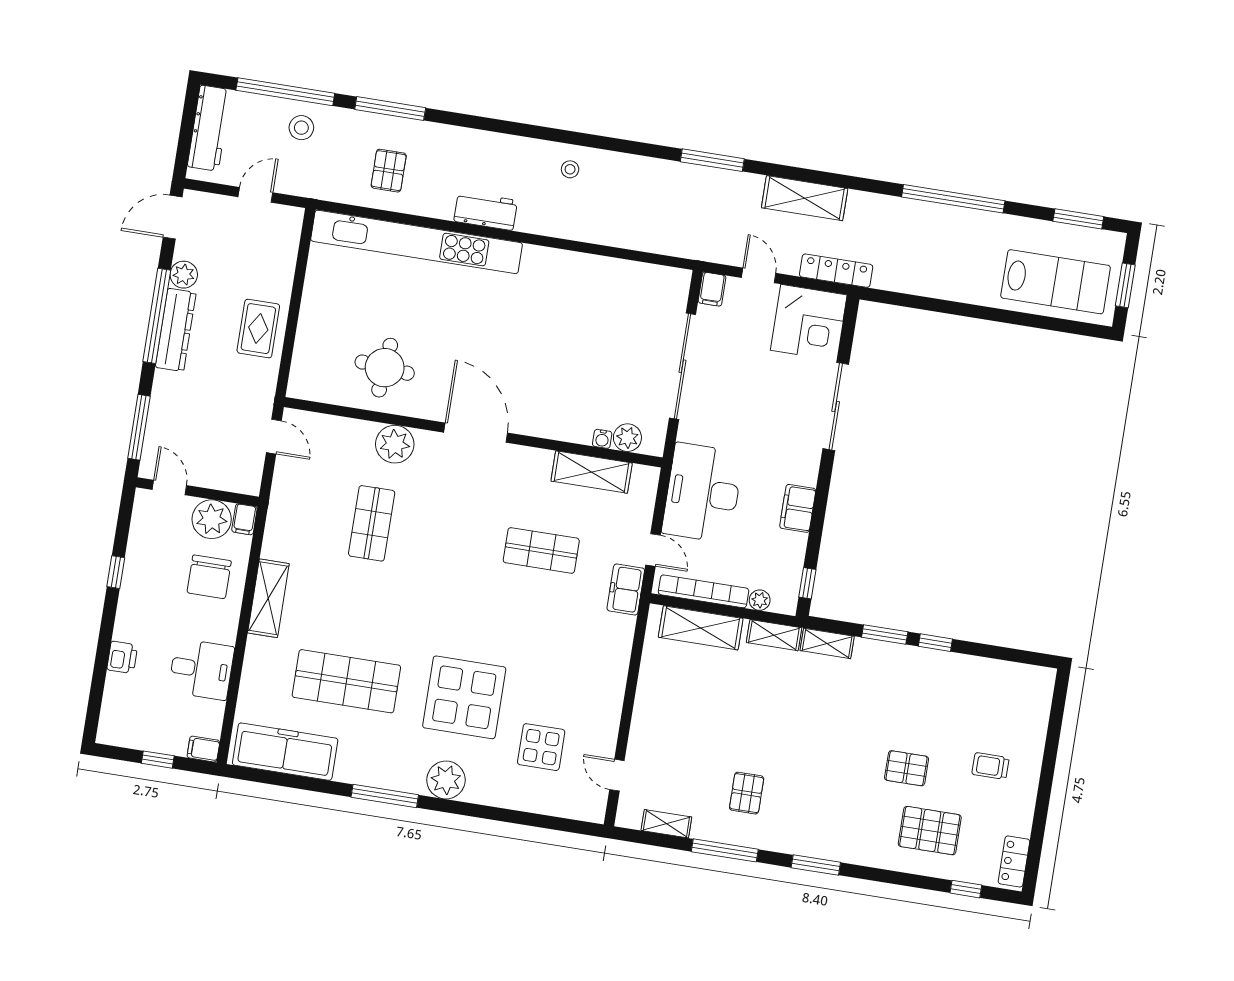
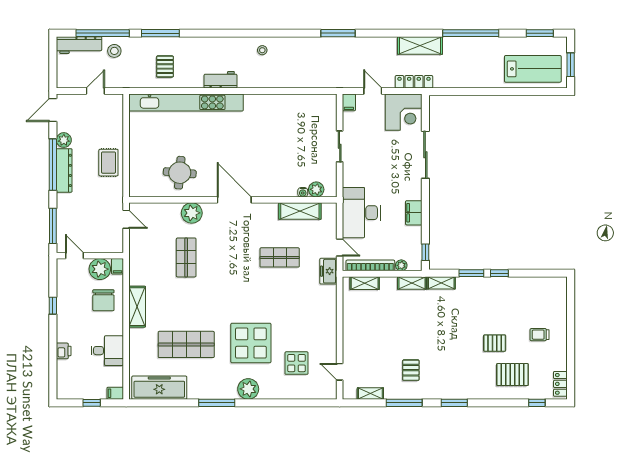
workbench: (209, 128) -> (79, 45), moved, turned 90
shelving: (805, 198) -> (420, 45), moved
sliding door: (682, 366) -> (340, 146), width x0.54
shelving: (701, 628) -> (365, 283), width x0.67, depth x0.75

